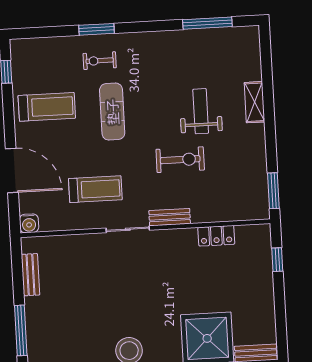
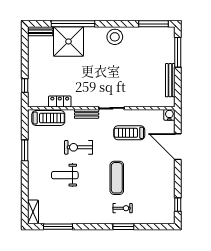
shelving: (255, 102) -> (33, 212), moved
treadmill: (47, 107) -> (48, 118), moved, turned 180
weight bench: (201, 111) -> (65, 175), turned 90
window: (273, 191) -> (25, 150), moved
bench: (30, 275) -> (170, 80), width x1.36

